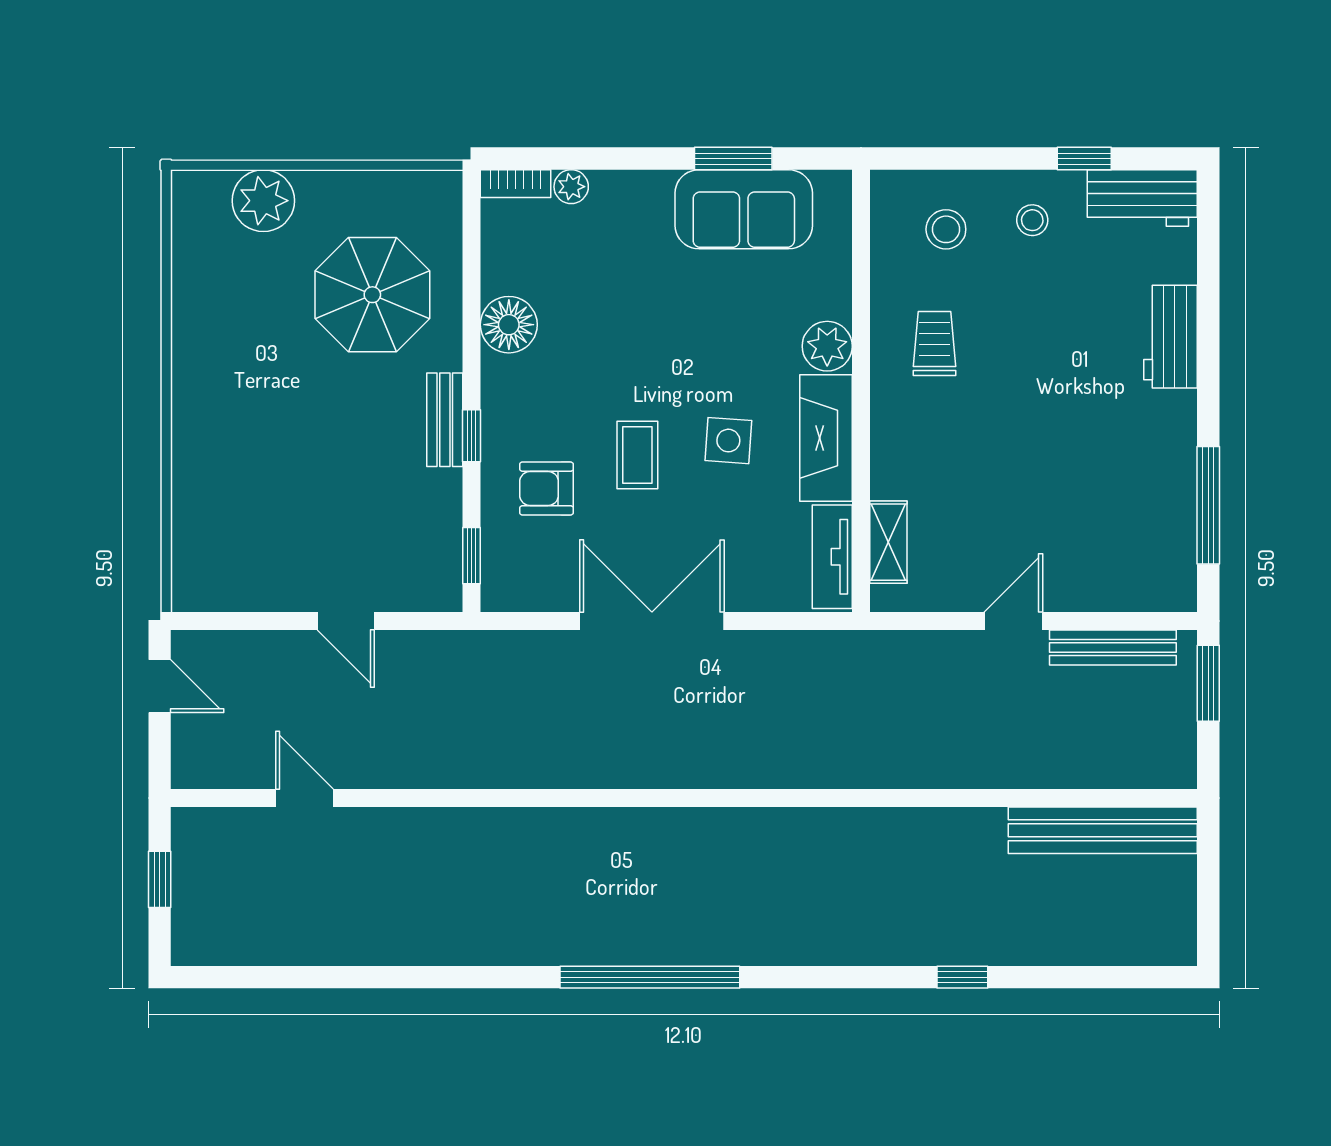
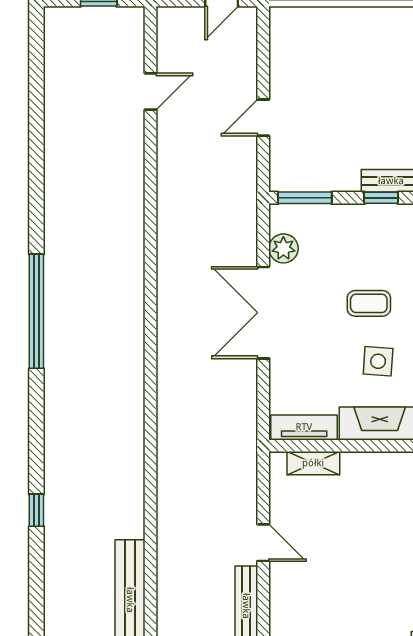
armchair: (546, 488) -> (348, 245), removed
window: (472, 556) -> (305, 198), width x1.50
plant: (551, 589) -> (283, 248), added
double door: (652, 621) -> (263, 313), swing flipped

